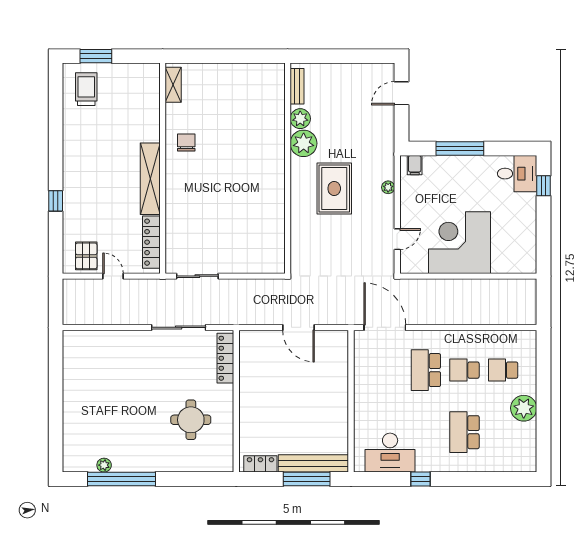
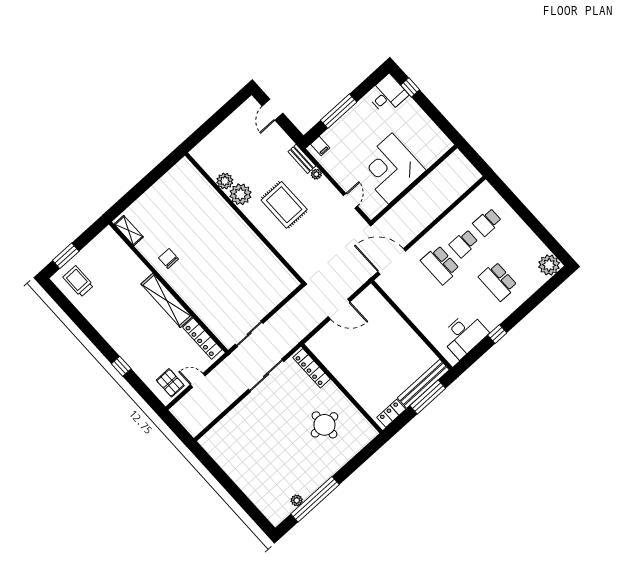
bench: (297, 86) -> (302, 159), moved
plant: (524, 408) -> (549, 265), moved

